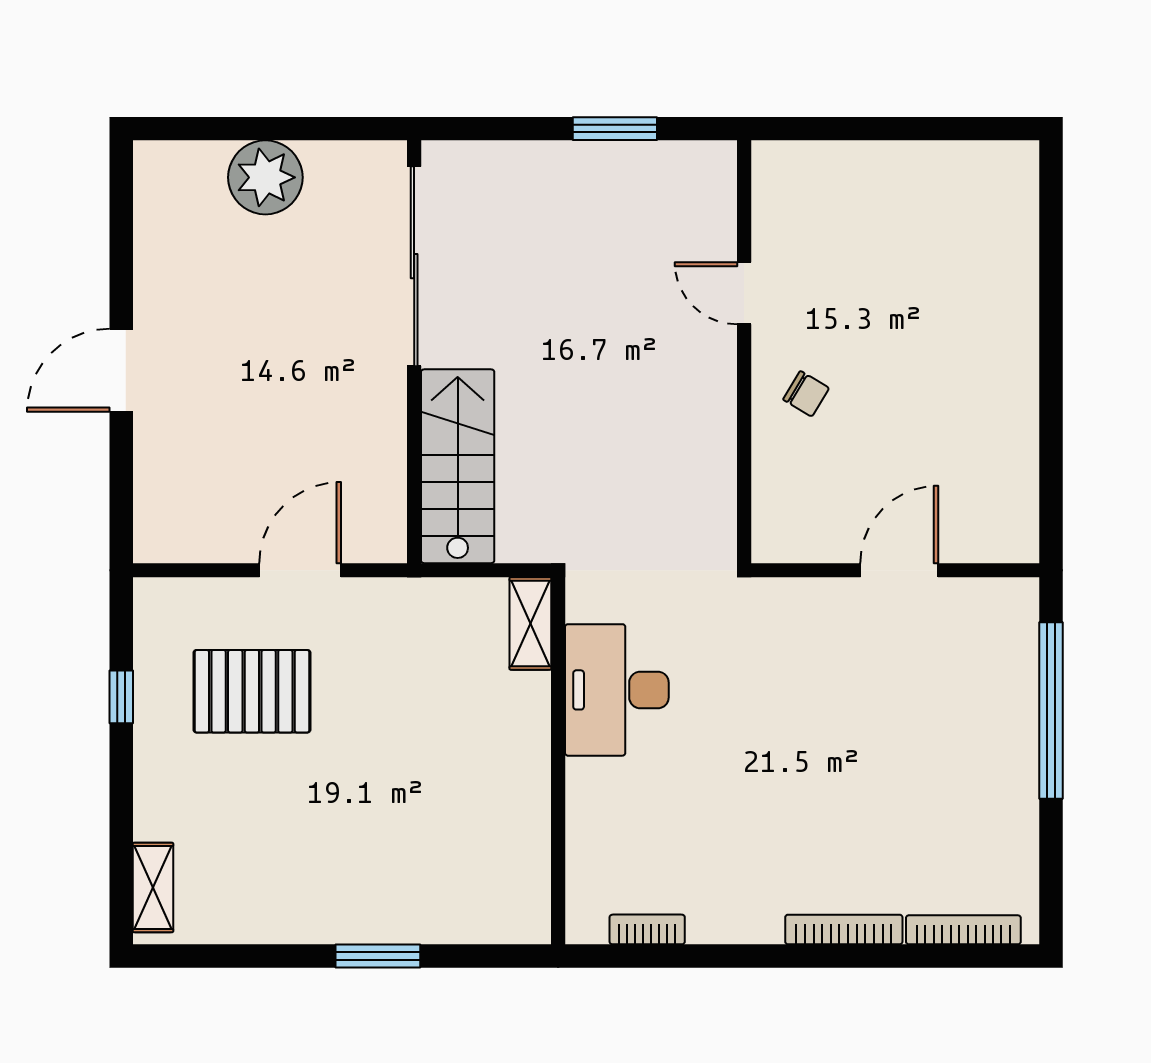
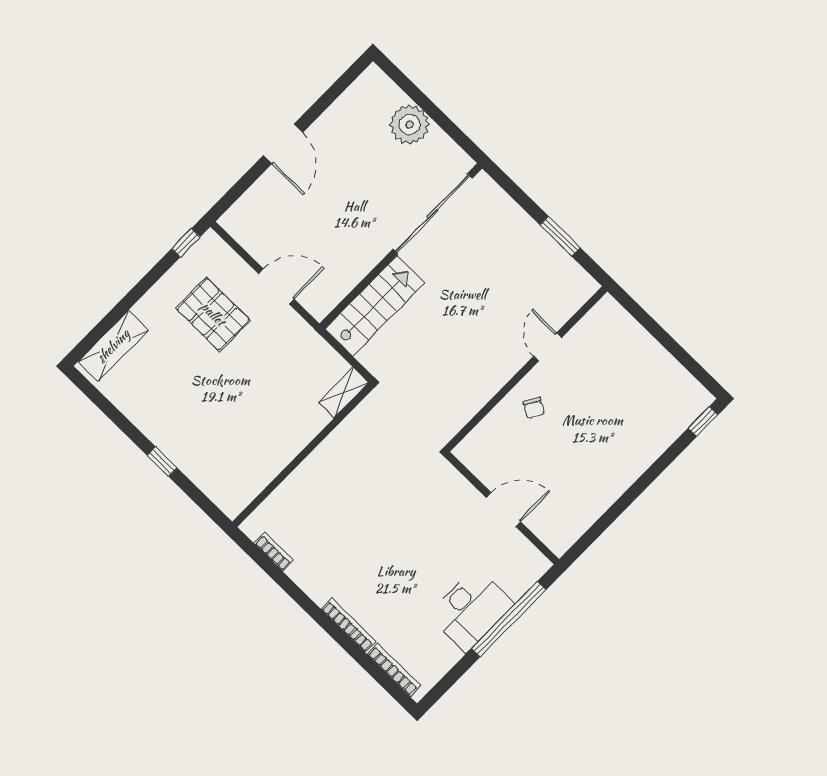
window: (1051, 189) -> (703, 421), added
door: (121, 370) -> (283, 144), swing flipped
desk: (617, 690) -> (471, 610), moved, turned 180
window: (121, 697) -> (186, 243), moved
shelving: (153, 887) -> (113, 346), width x1.50, depth x1.33
window: (378, 956) -> (162, 462), width x0.67

